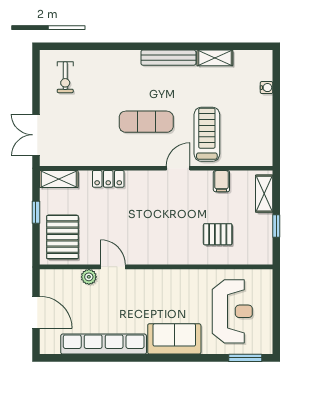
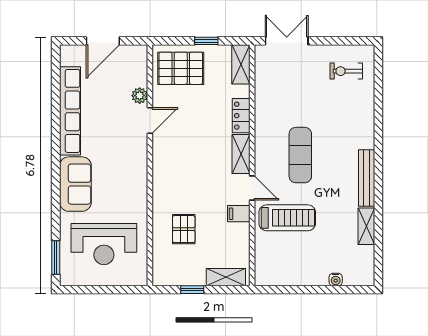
shelving: (145, 179) -> (241, 154), added
filing cabinet: (221, 181) -> (239, 214), moved

